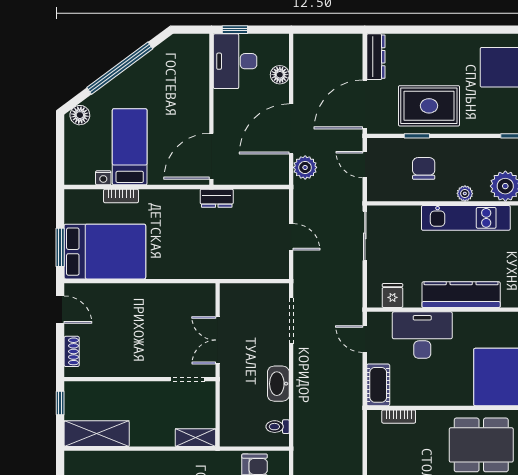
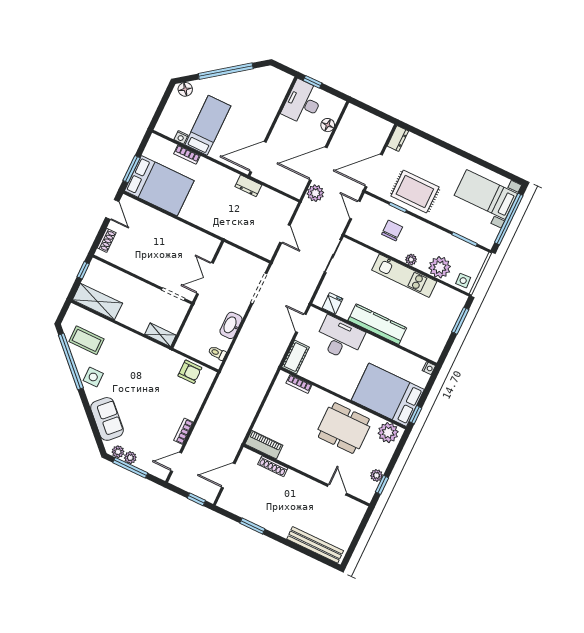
dresser: (376, 57) -> (398, 139), width x0.70

